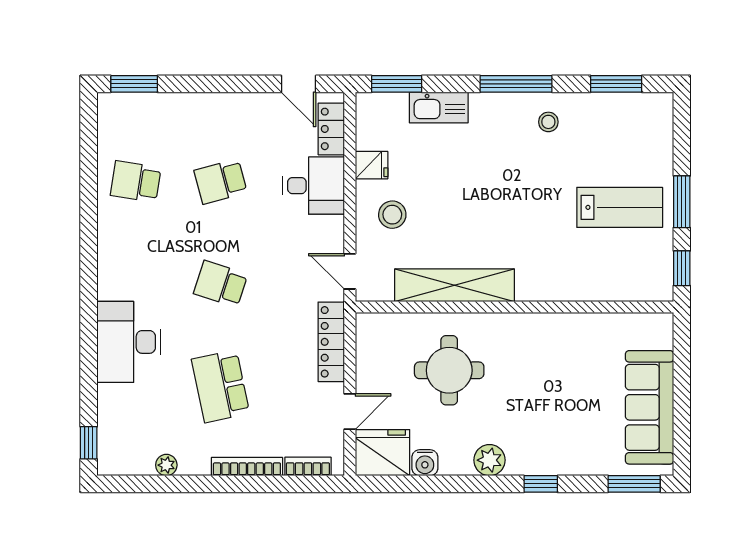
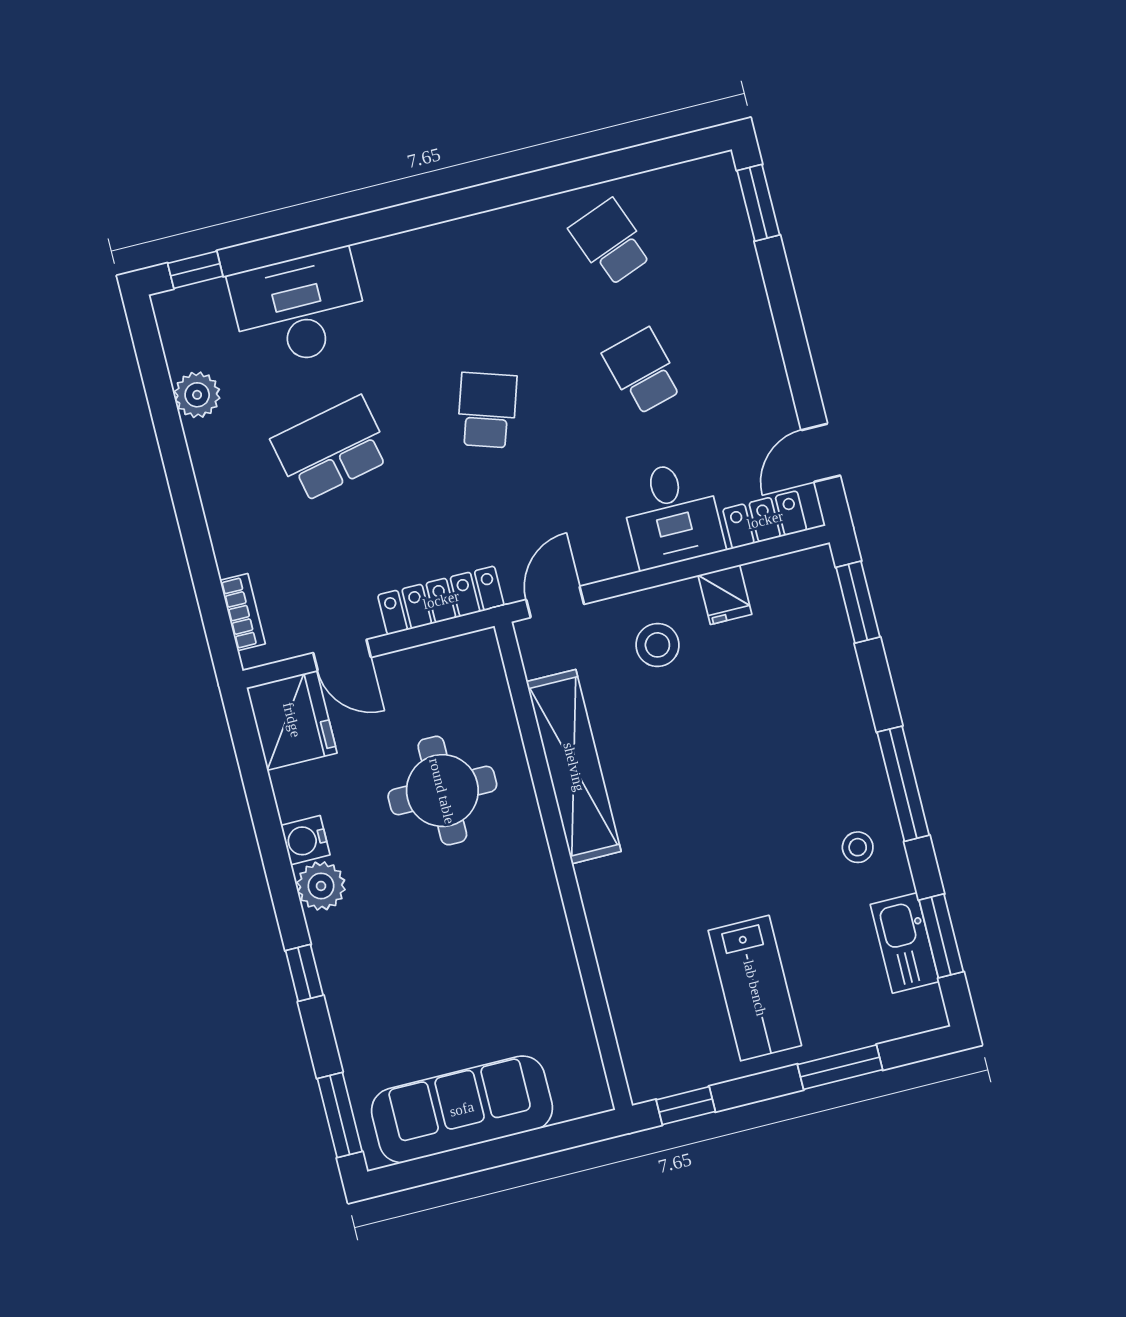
kitchen sink: (439, 108) -> (905, 943), moved
school desk: (136, 181) -> (611, 242), turned -30
window: (682, 202) -> (840, 1067), moved
desk: (129, 342) -> (299, 308), moved
water cooler: (425, 463) -> (305, 840), moved
plant: (166, 465) -> (197, 395), width x1.38, depth x1.38
bookcase: (247, 467) -> (219, 519), removed

